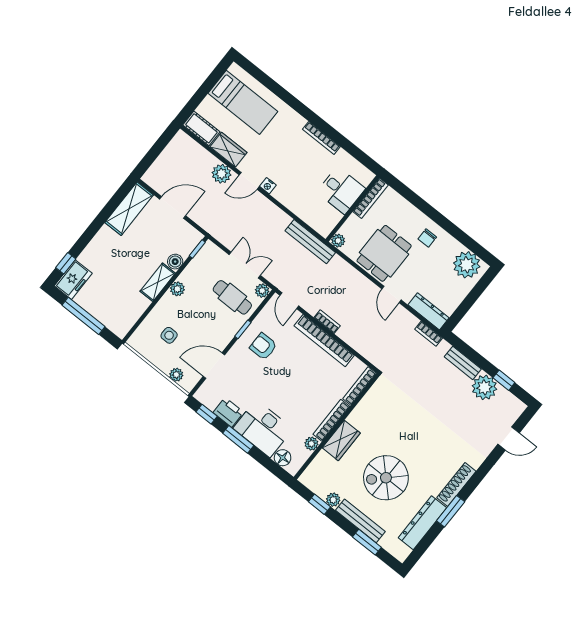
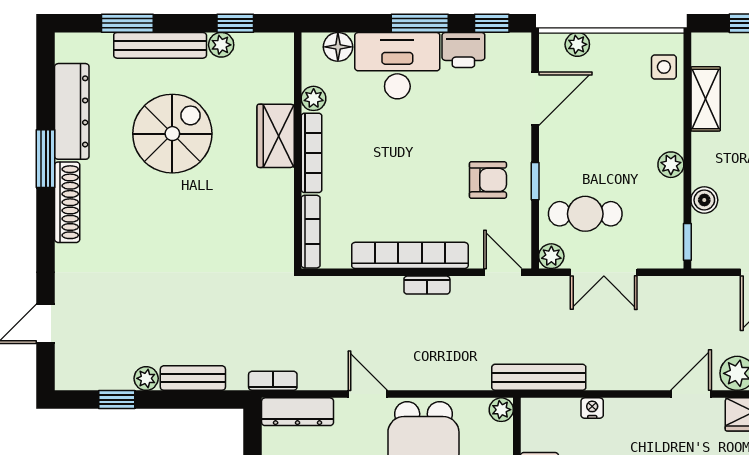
nightstand: (268, 186) -> (592, 408), moved
shelving: (158, 282) -> (706, 99), moved
side table: (169, 335) -> (664, 67), moved
plant: (484, 387) -> (146, 378), width x0.53, depth x0.53

